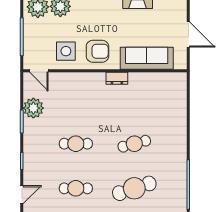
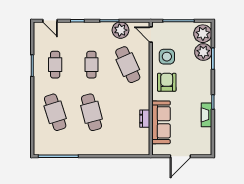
armchair: (97, 51) -> (167, 82), turned 180
door: (39, 71) -> (151, 35), hinge flipped
dresser: (117, 78) -> (145, 119), moved
cafe table: (76, 99) -> (128, 65), added
cafe table: (134, 144) -> (91, 112), width x1.37, depth x1.35

